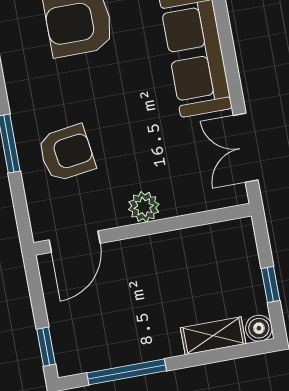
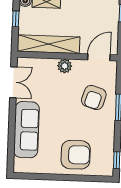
armchair: (67, 153) -> (94, 98), turned -65
shelving: (188, 246) -> (49, 44), added

